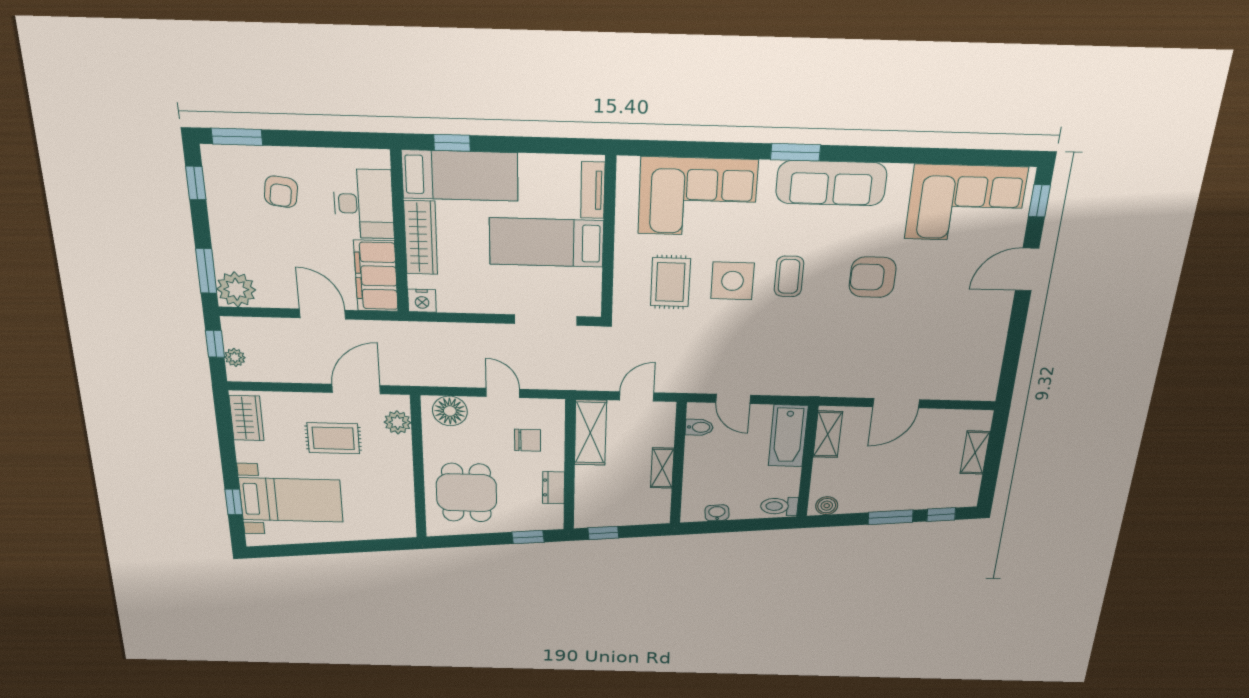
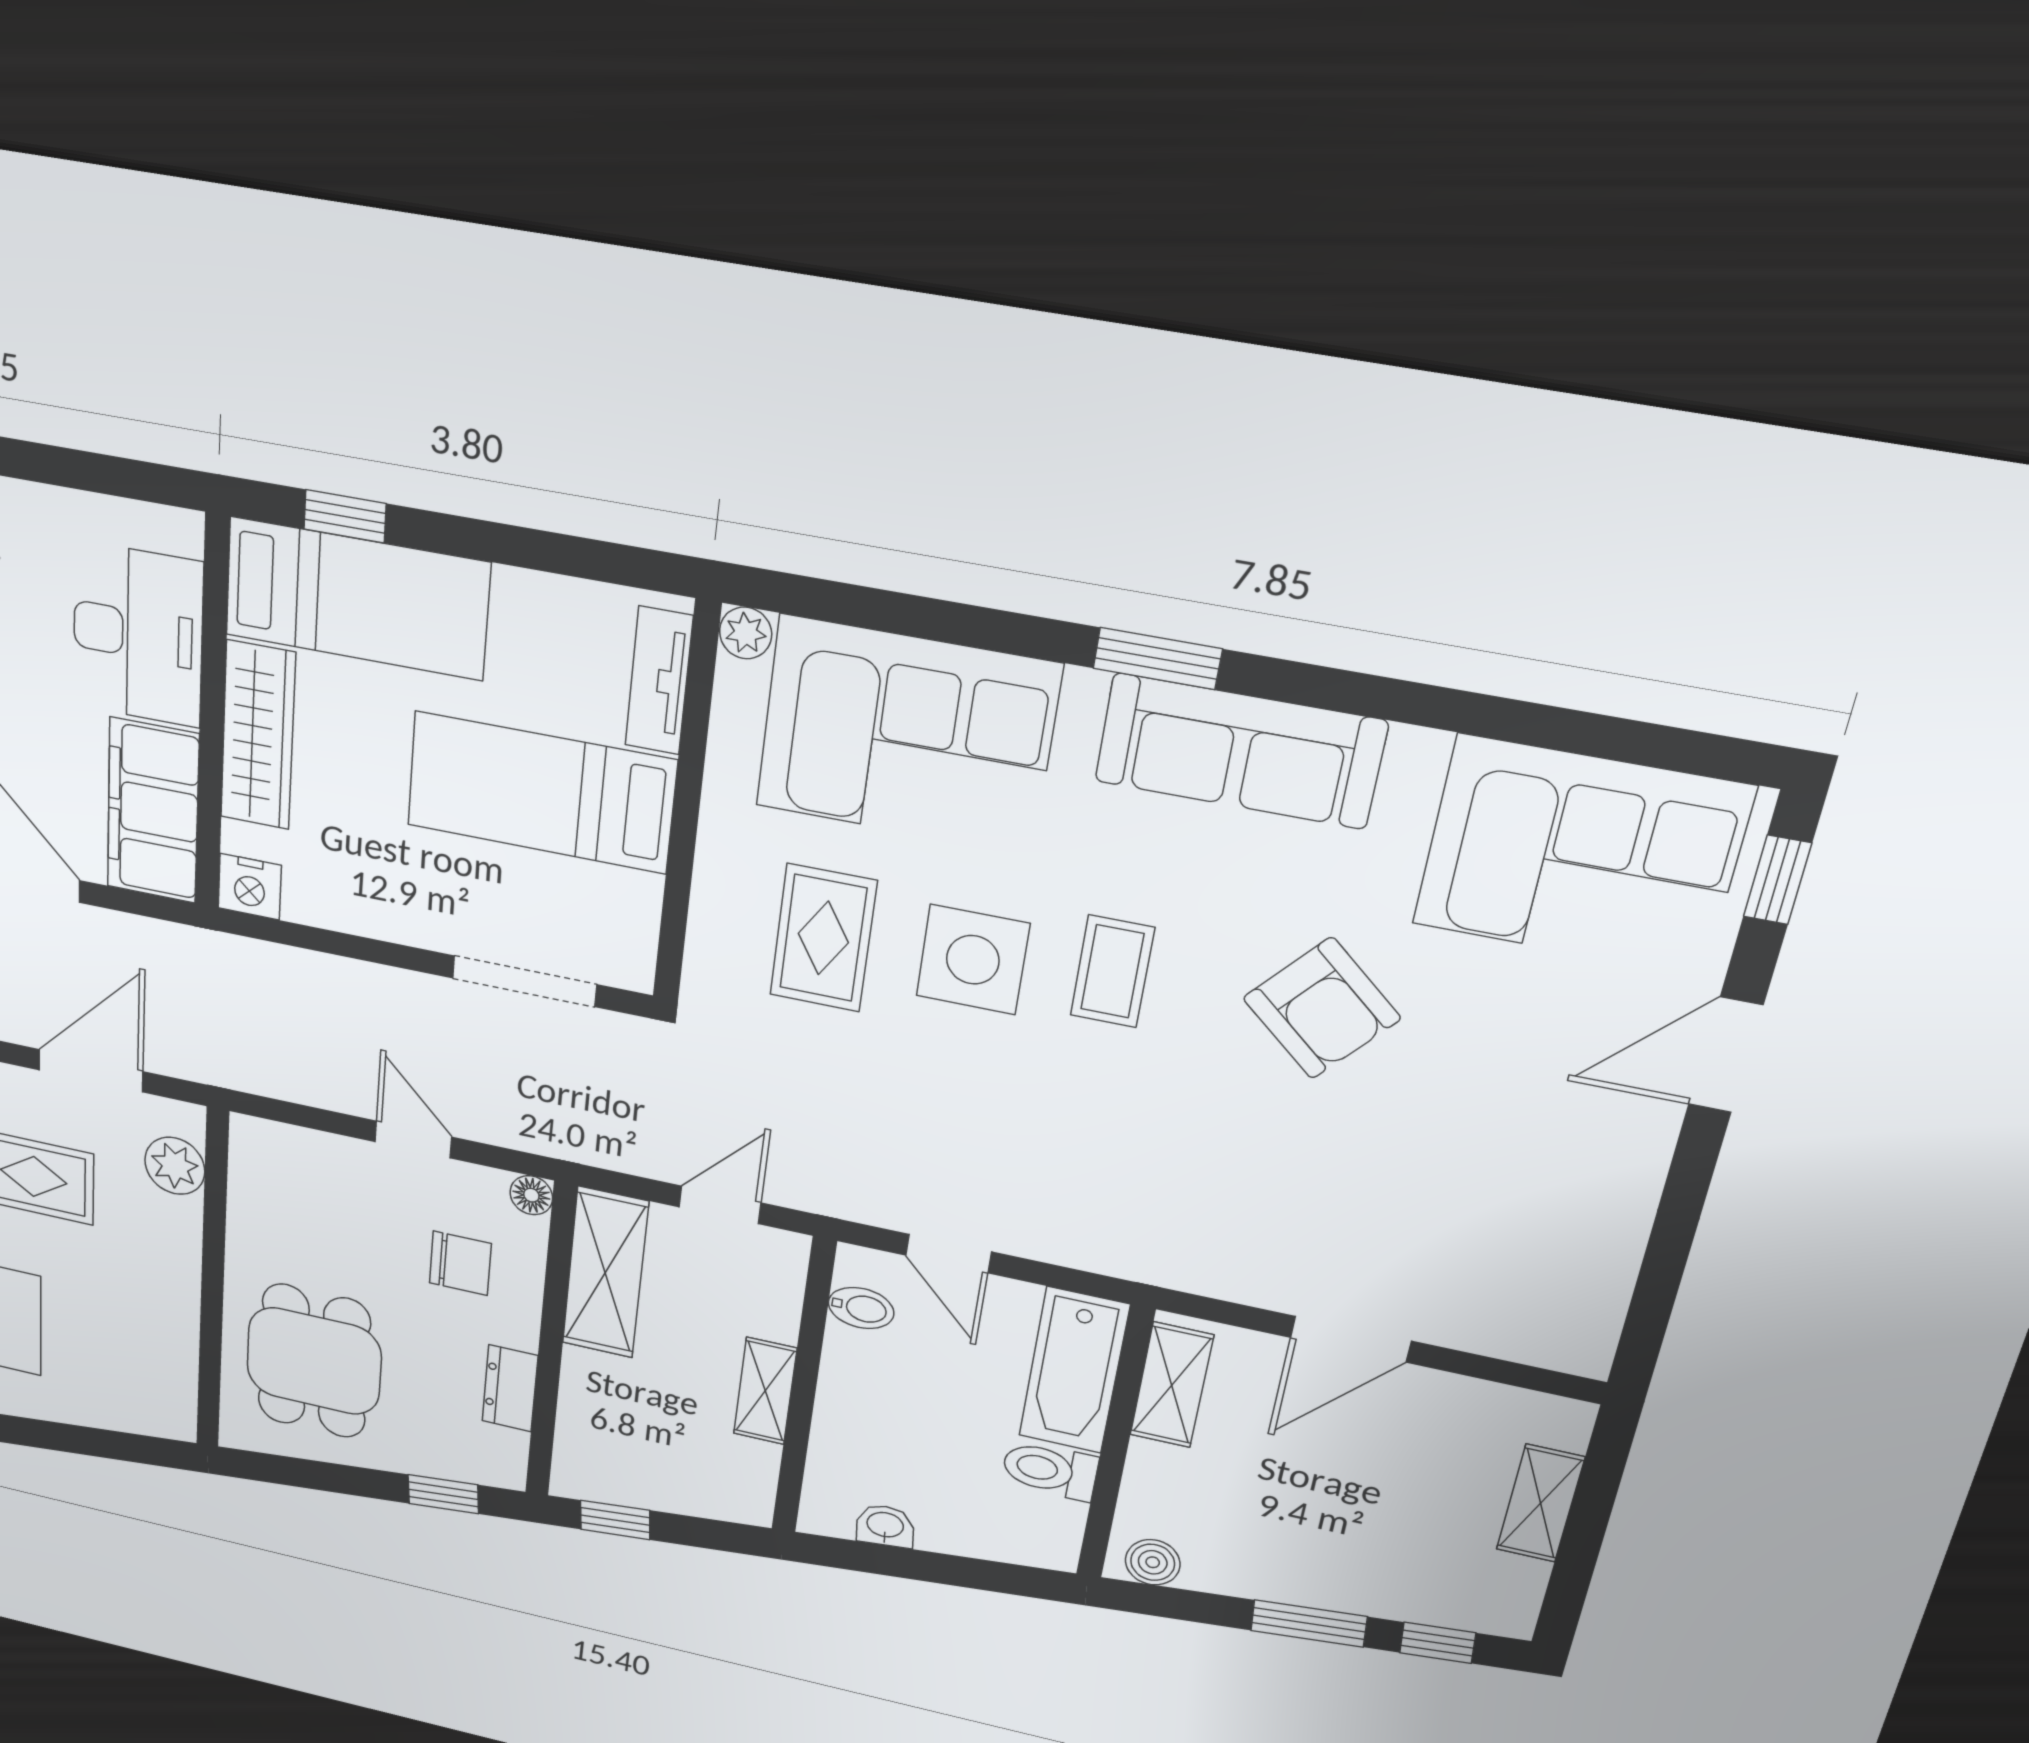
plant: (627, 166) -> (746, 633), added
armchair: (873, 277) -> (1322, 1008), turned -139
floor lamp: (450, 411) -> (531, 1195), moved, width x0.53, depth x0.53
toilet: (779, 506) -> (1050, 1470), moved

